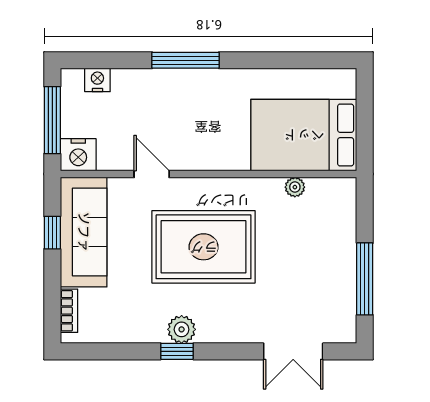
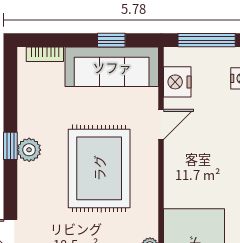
nightstand: (78, 155) -> (177, 82), moved

